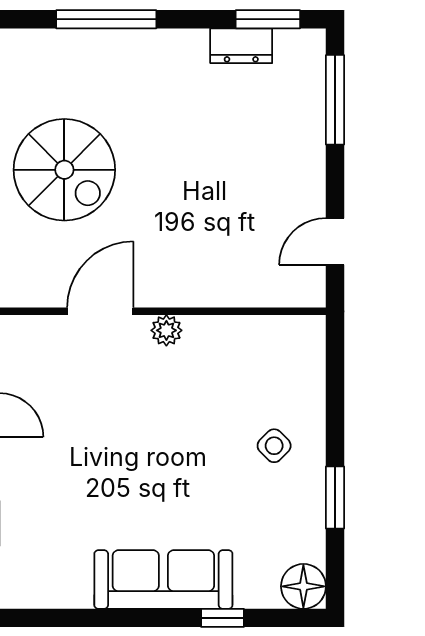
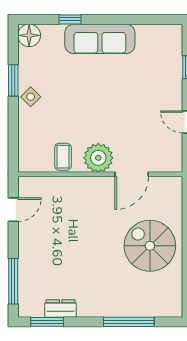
plant: (166, 330) -> (98, 158), width x1.87, depth x1.87
coffee table: (236, 346) -> (63, 157), added
side table: (274, 446) -> (31, 97), moved

